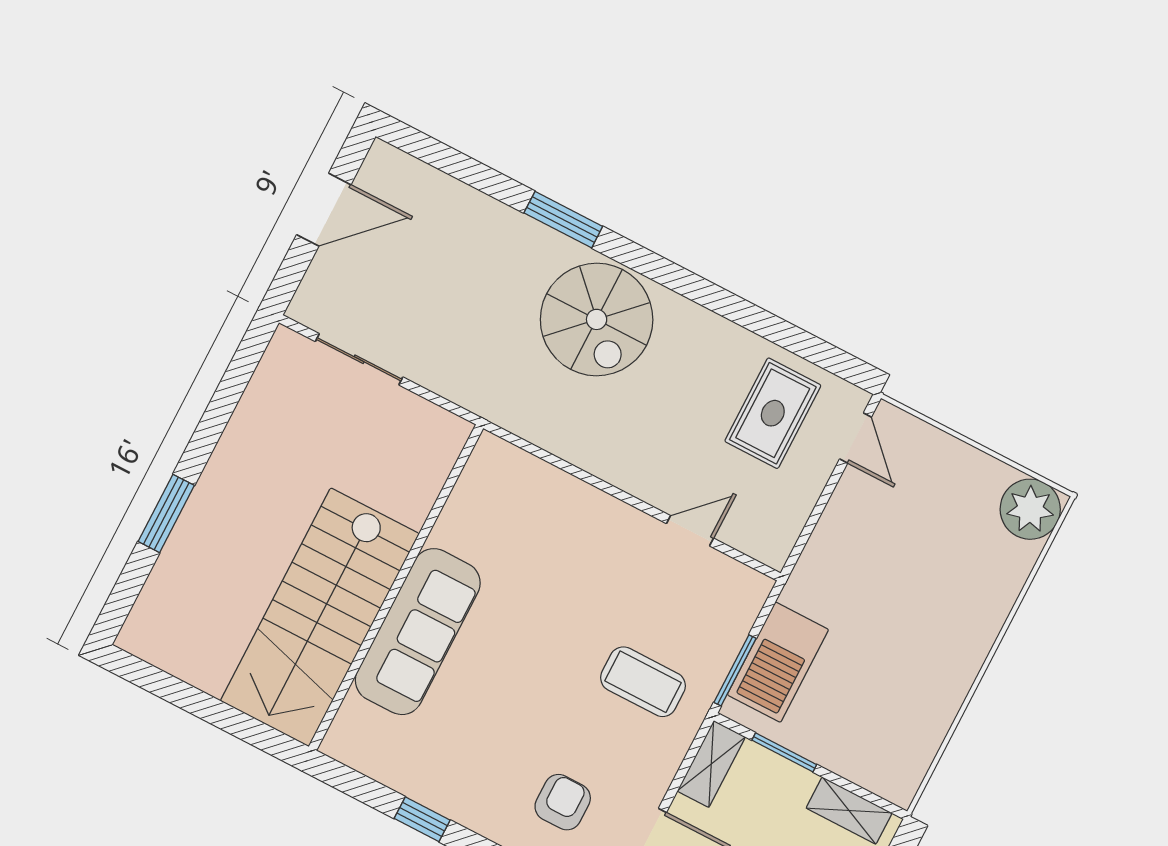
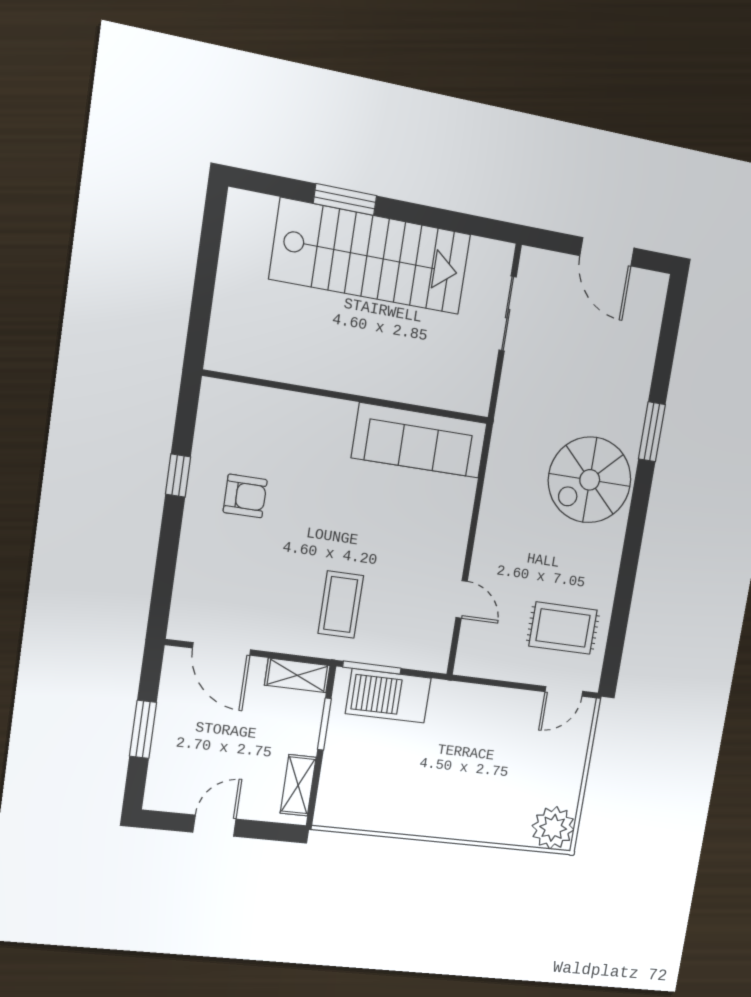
stairs: (320, 617) -> (371, 257), moved, turned 180
sofa: (418, 632) -> (419, 440), moved
armchair: (563, 802) -> (245, 496), moved

